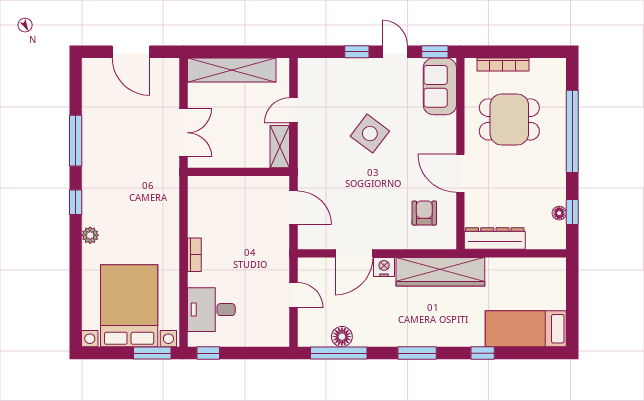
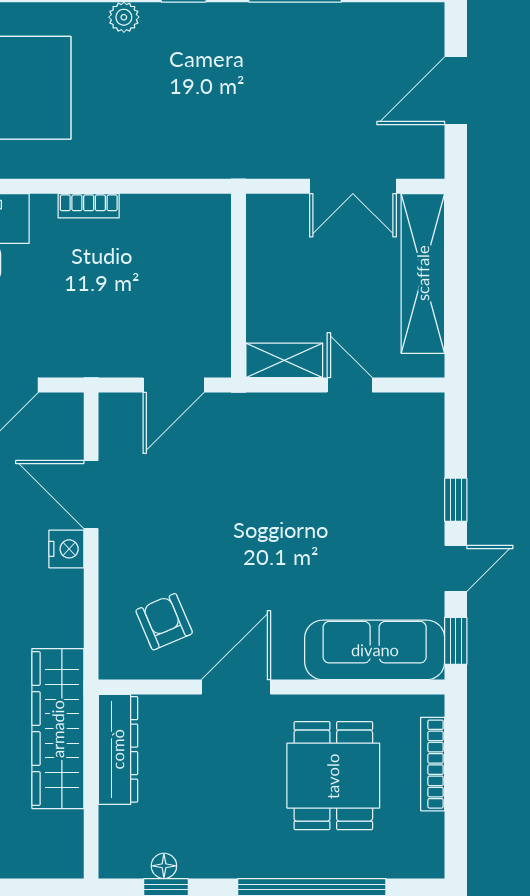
sofa: (440, 86) -> (375, 650), width x1.36
double door: (184, 133) -> (353, 186), moved
side table: (370, 134) -> (308, 523), removed
armchair: (424, 213) -> (164, 622), turned -113
wardrobe: (440, 272) -> (58, 729), moved

